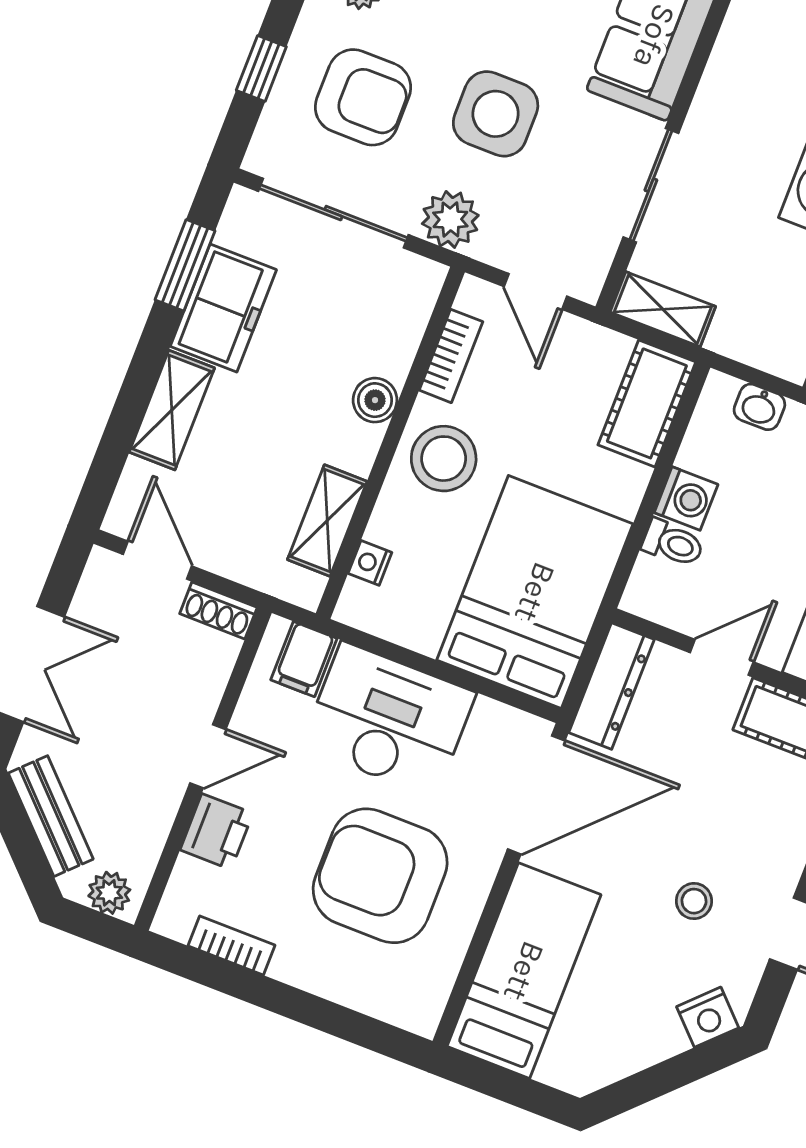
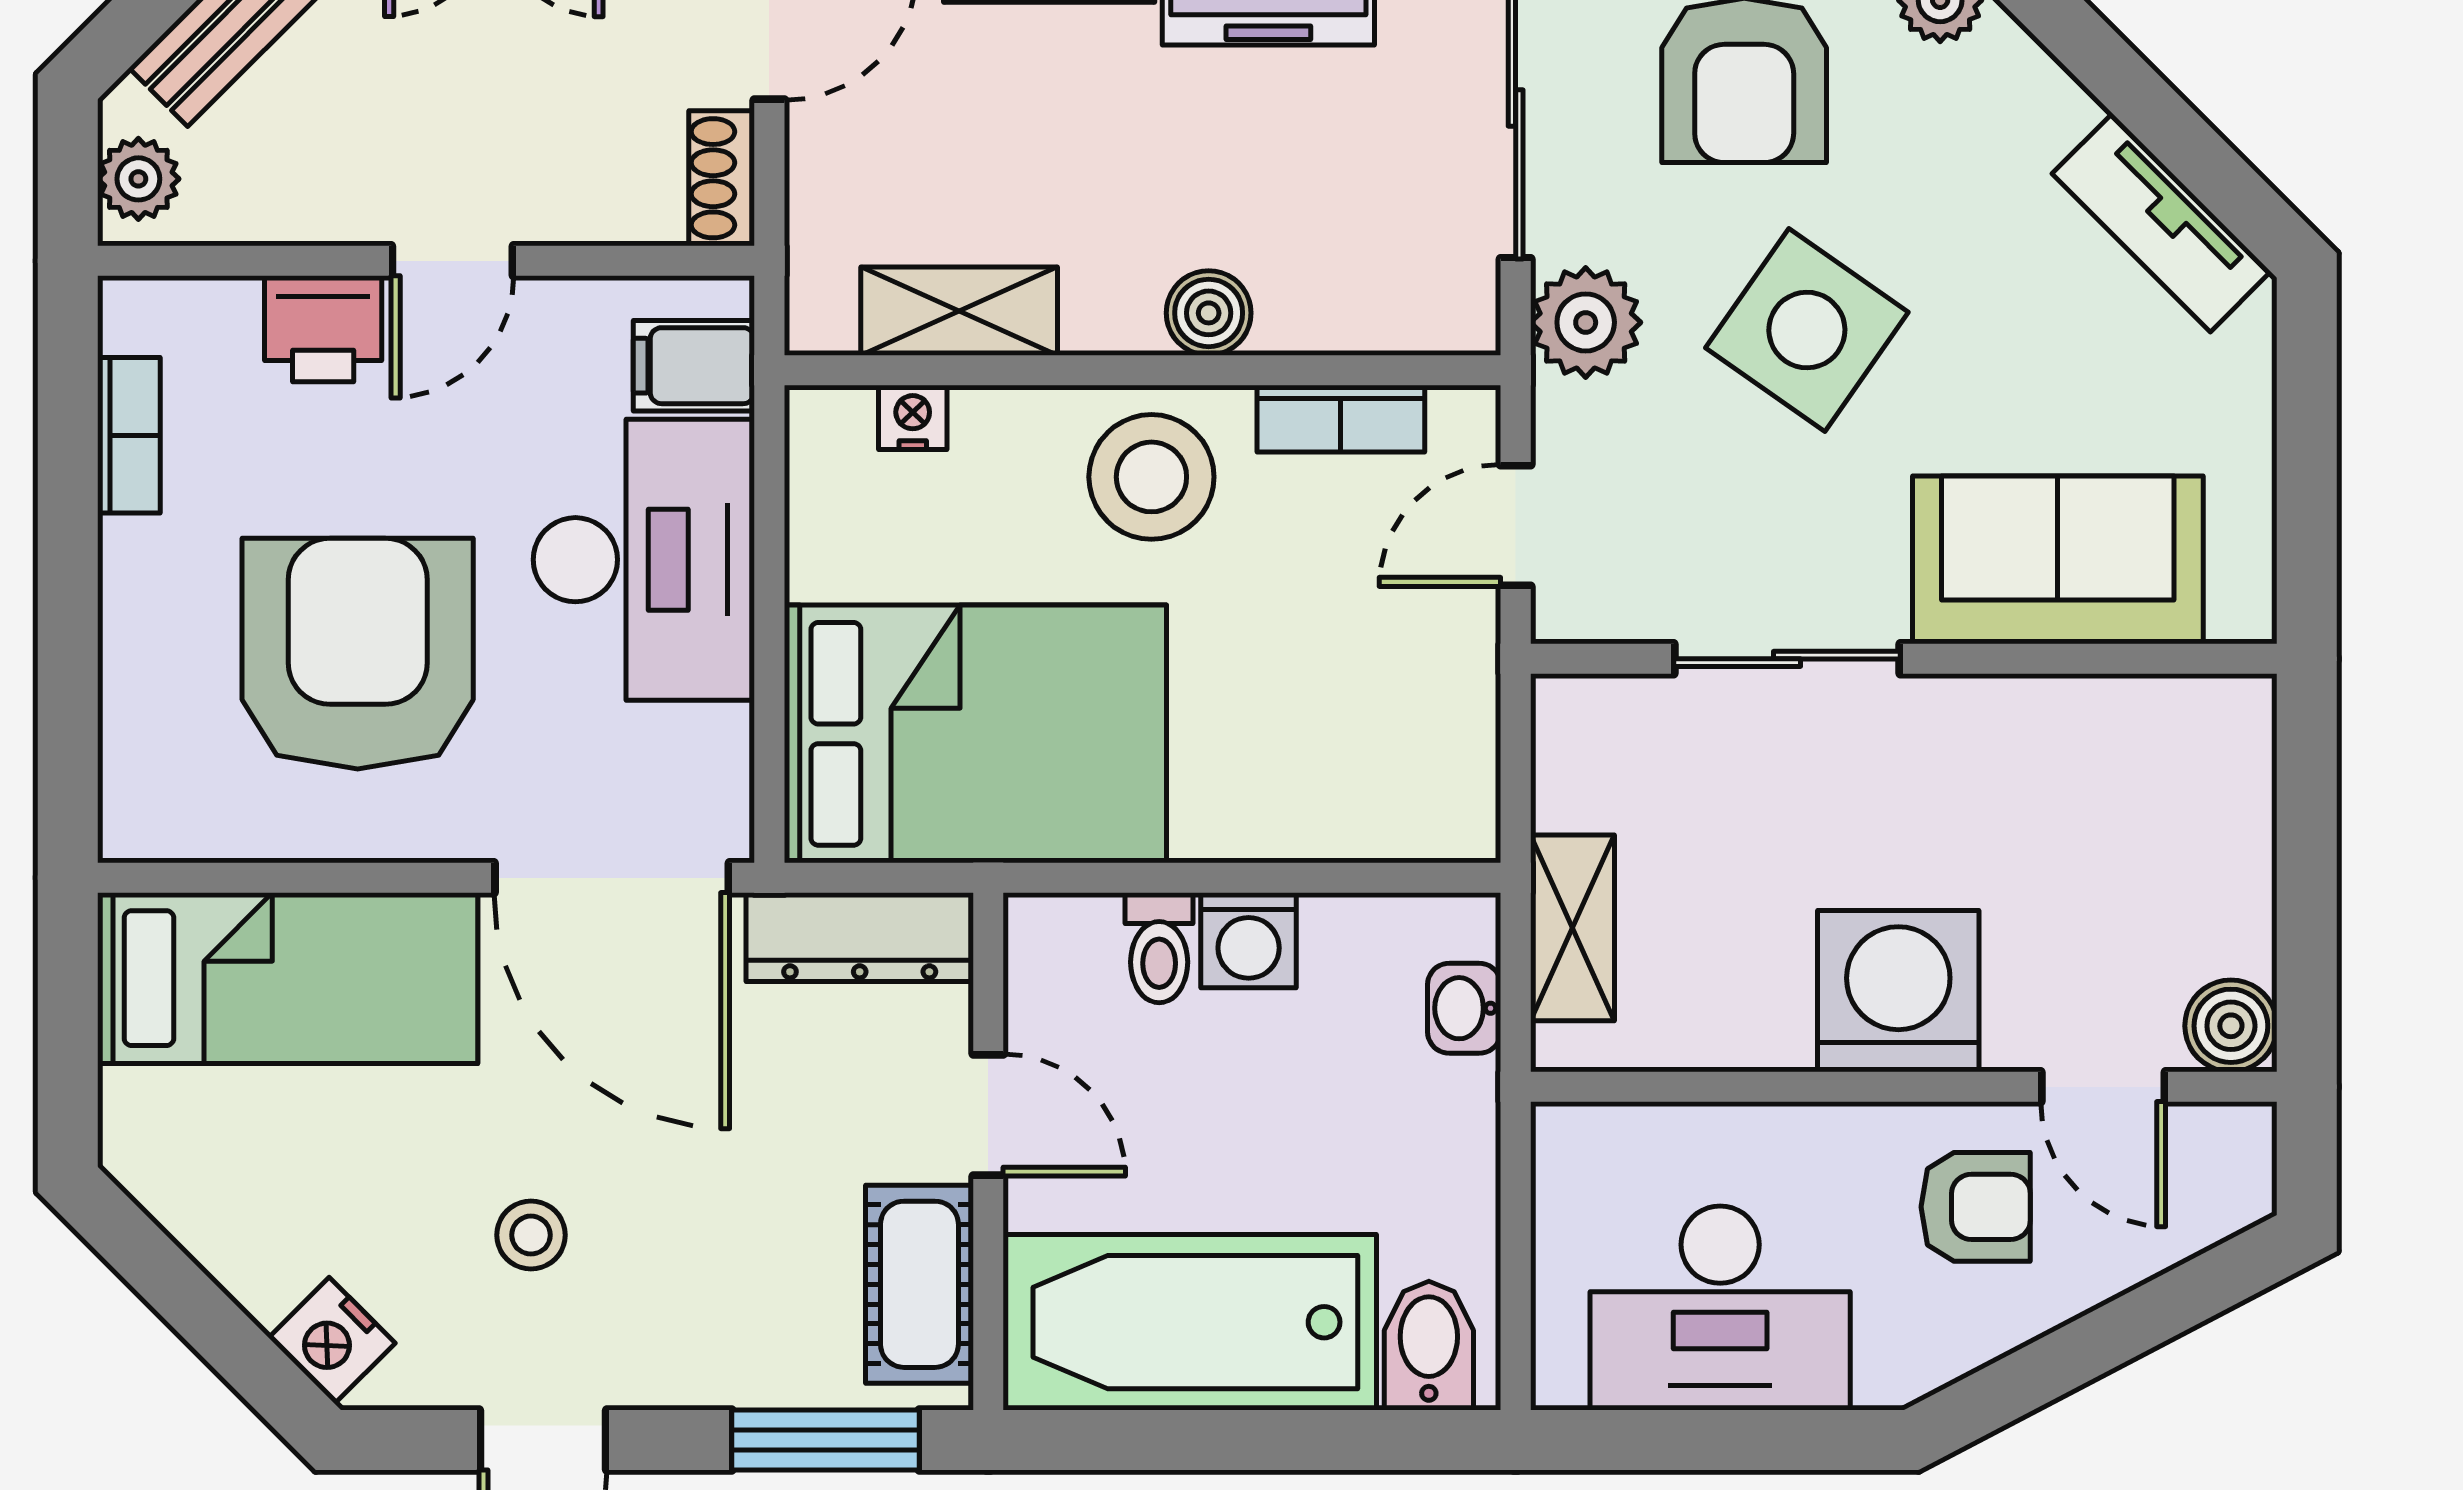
side table: (496, 114) -> (1807, 330), turned 35
shelving: (663, 309) -> (1572, 928), moved
cot: (647, 403) -> (1392, 804), removed
door: (208, 756) -> (452, 261), hinge flipped

